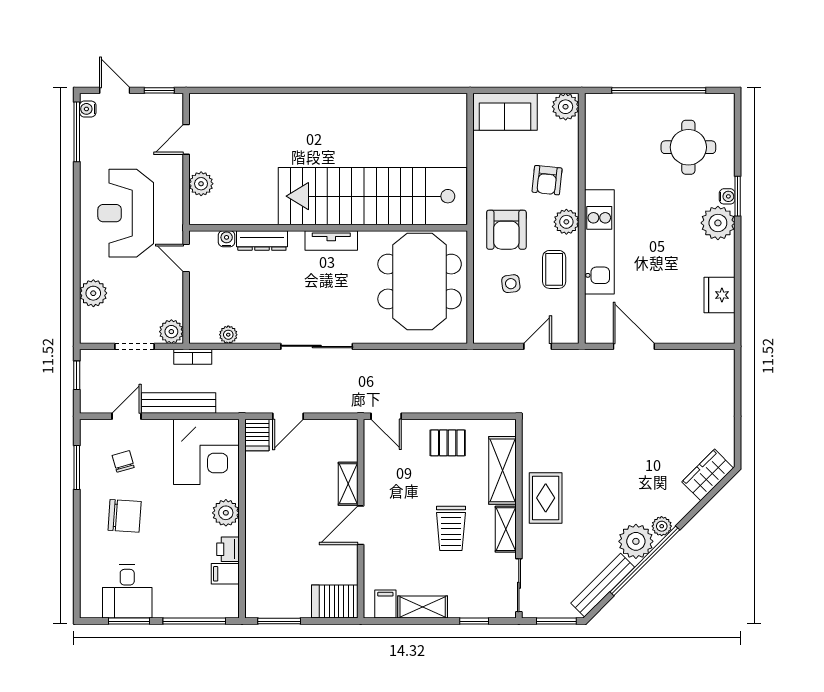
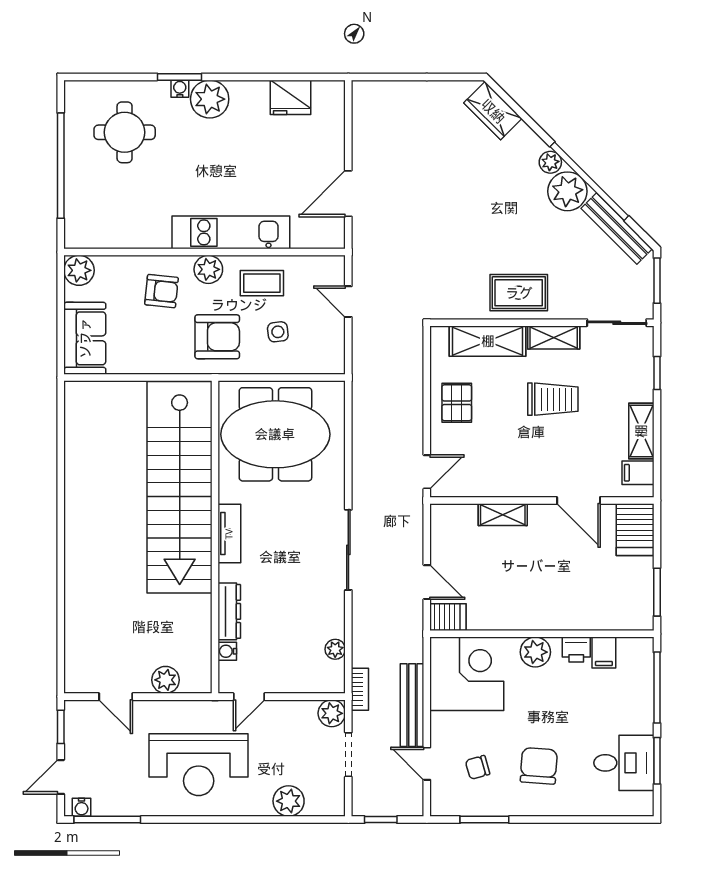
door: (361, 525) -> (579, 501), moved

